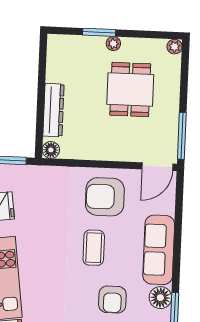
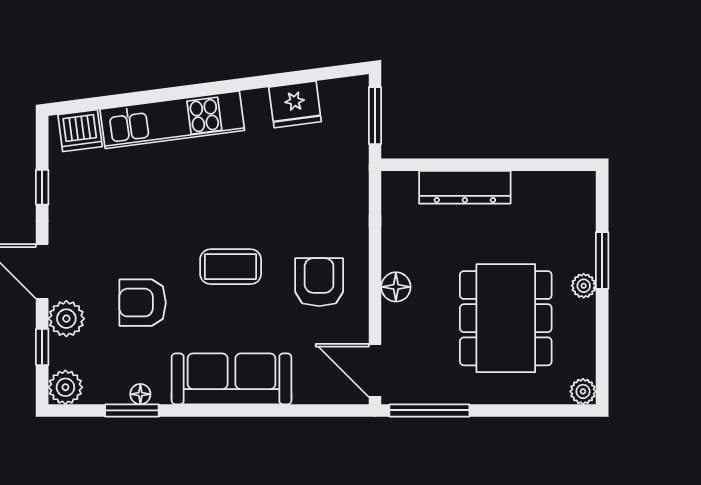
dining table: (130, 89) -> (506, 318), width x1.38
floor lamp: (51, 150) -> (396, 287), moved
armchair: (105, 197) -> (319, 282), width x0.73, depth x0.73
floor lamp: (160, 298) -> (140, 394), width x0.53, depth x0.53

